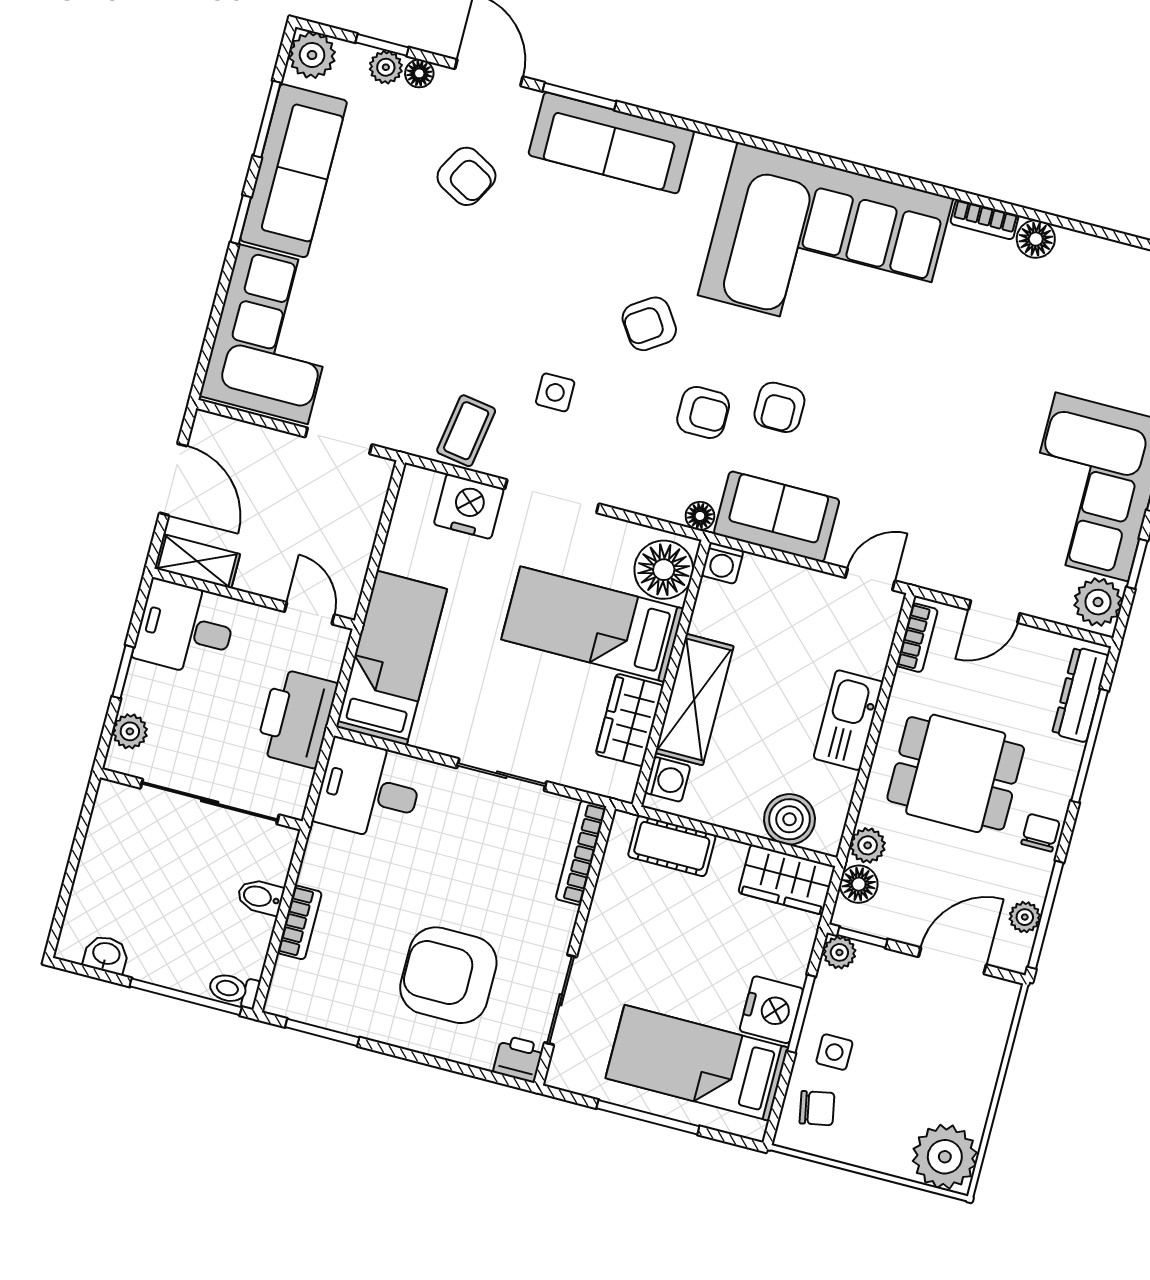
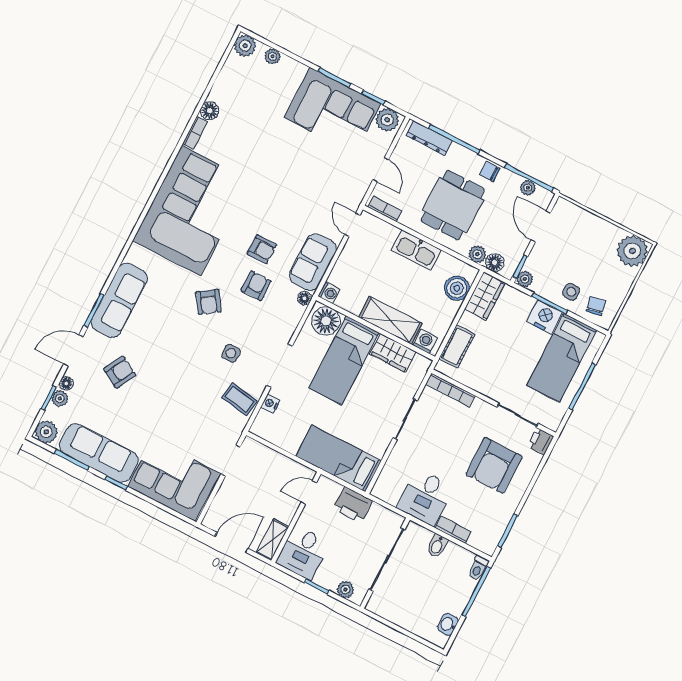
nightstand: (469, 506) -> (270, 403), width x0.53, depth x0.56
printer: (297, 718) -> (353, 505), width x0.73, depth x0.84
desk: (369, 790) -> (425, 497), moved

